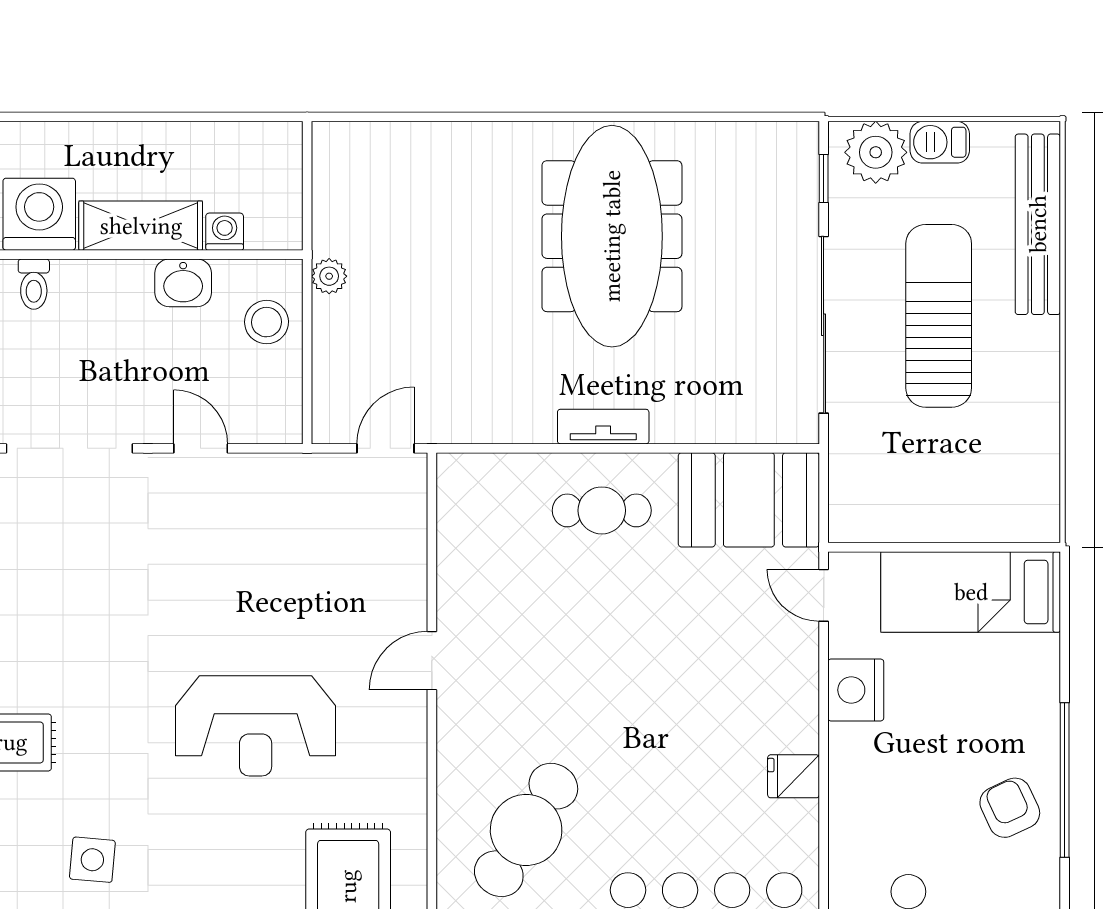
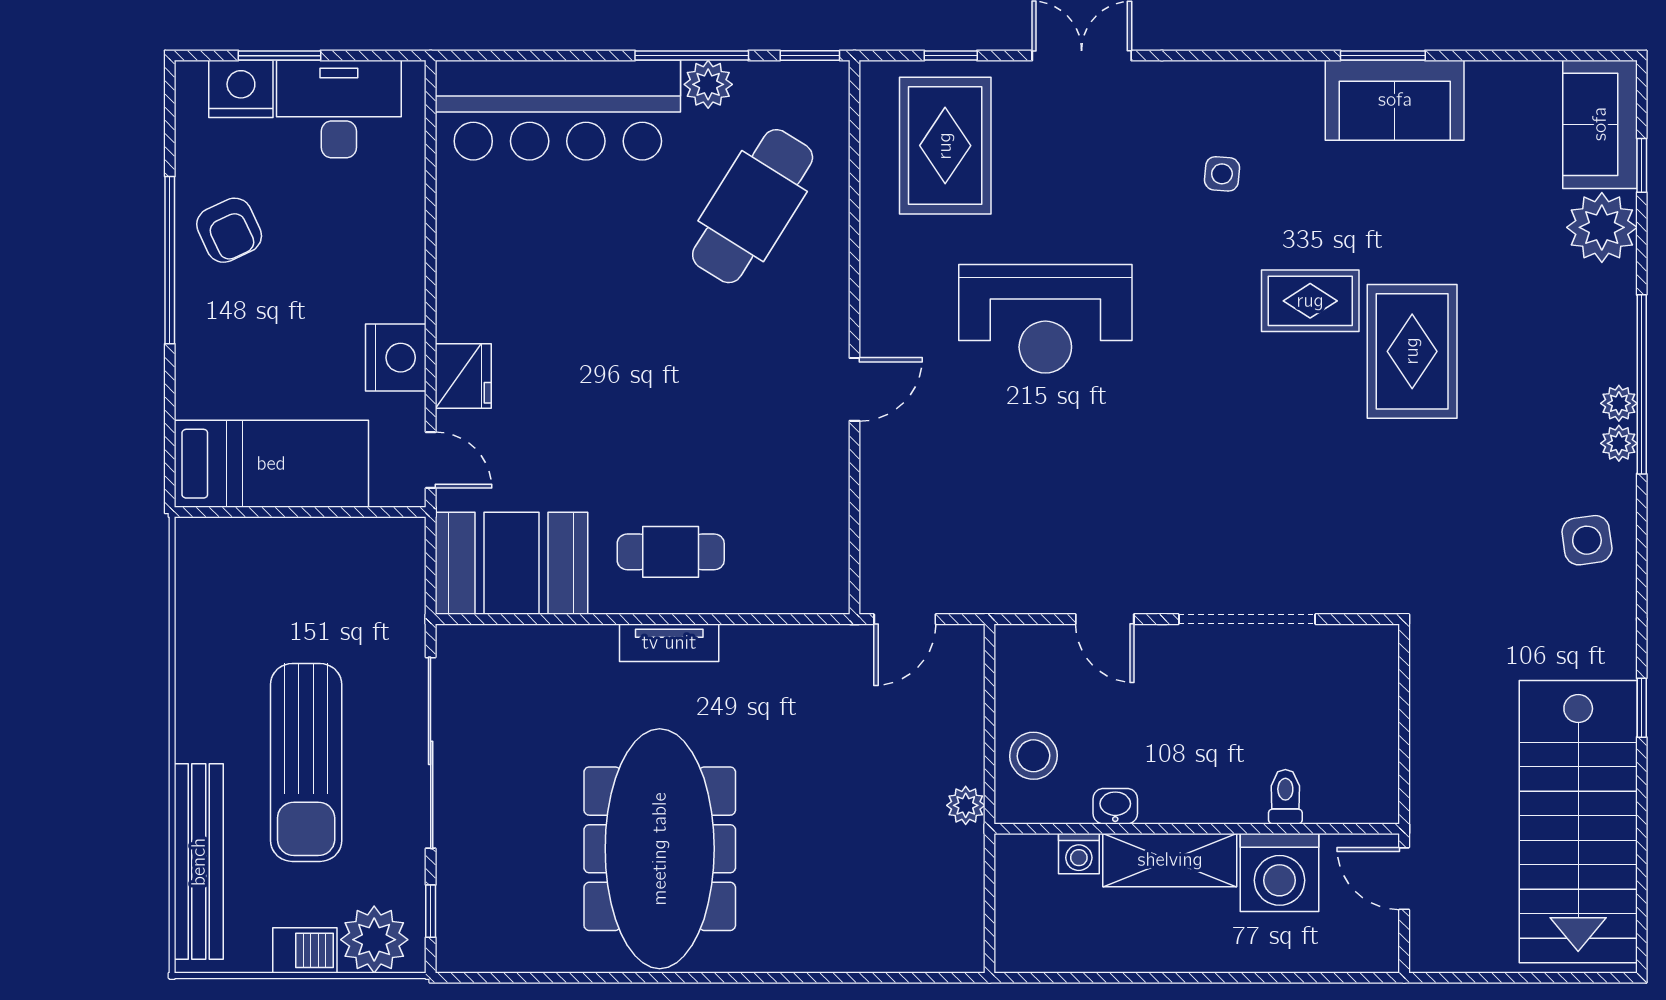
washbasin: (183, 283) -> (1115, 806), width x0.72, depth x0.69
reception desk: (256, 726) -> (1045, 319), turned 180
fridge: (794, 776) -> (463, 376), moved, width x1.38
side table: (92, 860) -> (1222, 174), width x0.73, depth x0.73

